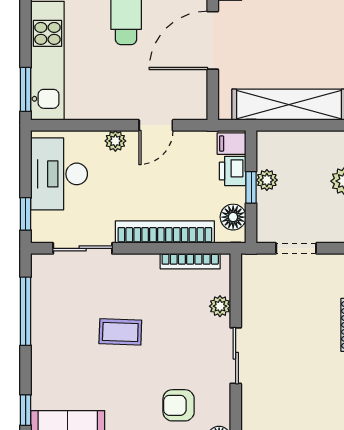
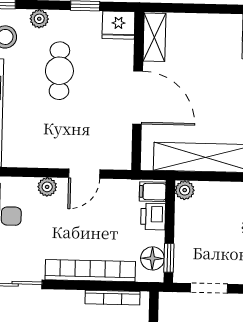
door: (213, 40) -> (138, 98), swing flipped
plant: (267, 180) -> (185, 190), moved
window: (251, 187) -> (169, 258), moved

